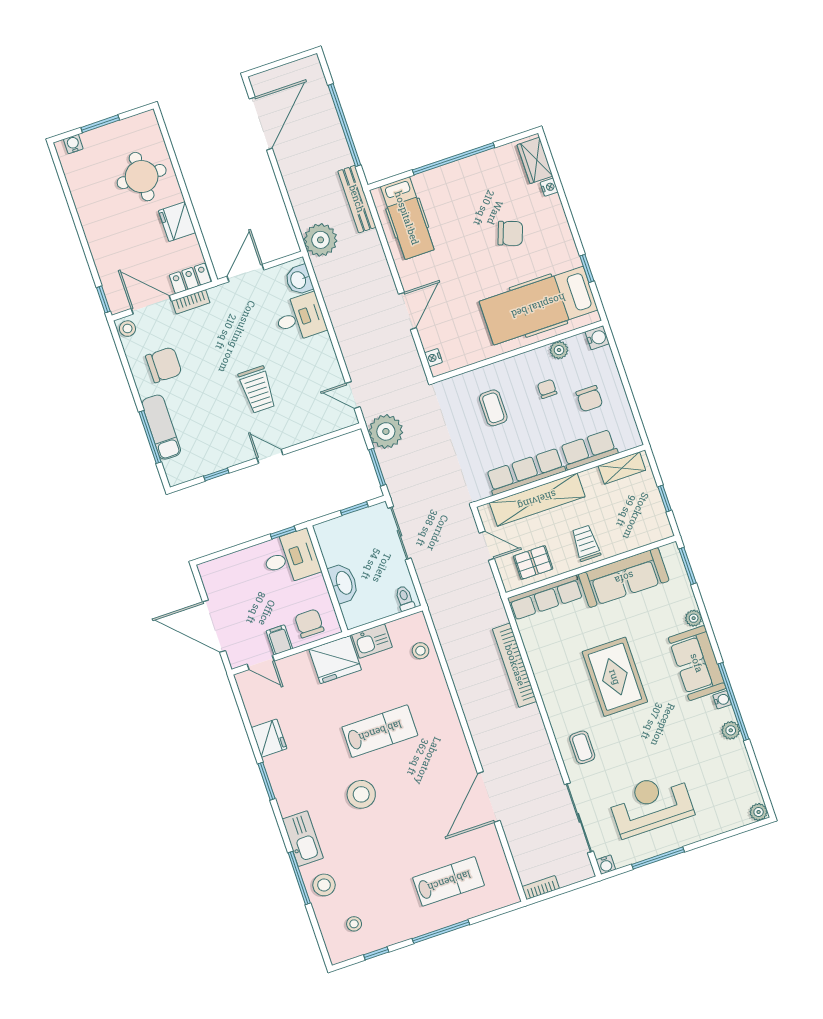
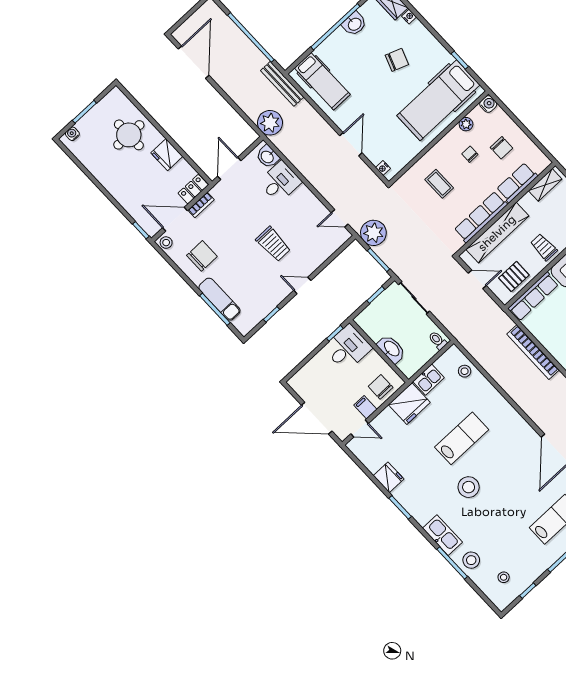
washbasin: (478, 166) -> (354, 24), added

